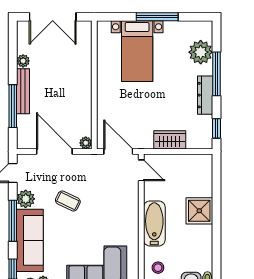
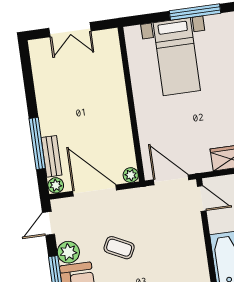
double door: (53, 17) -> (70, 30), width x0.73
plant: (23, 61) -> (56, 185), moved
bench: (23, 91) -> (52, 156), moved, width x0.73

